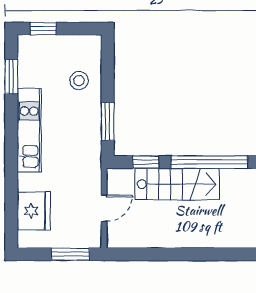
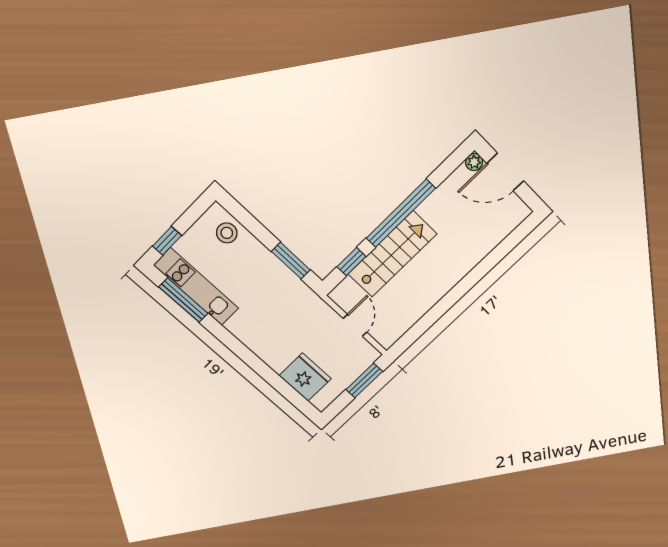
window: (11, 77) -> (183, 300), width x1.44
stool: (79, 81) -> (227, 233), moved
kitchen unit: (29, 130) -> (196, 287), moved

